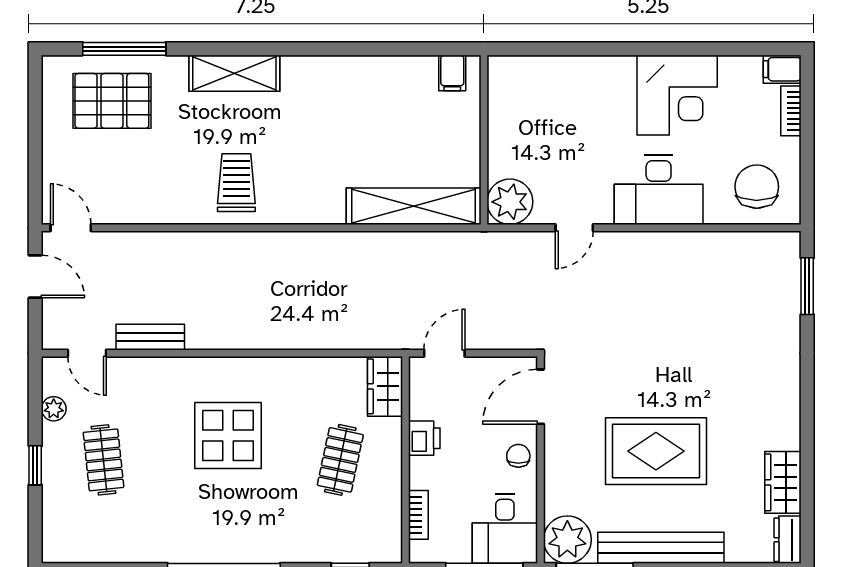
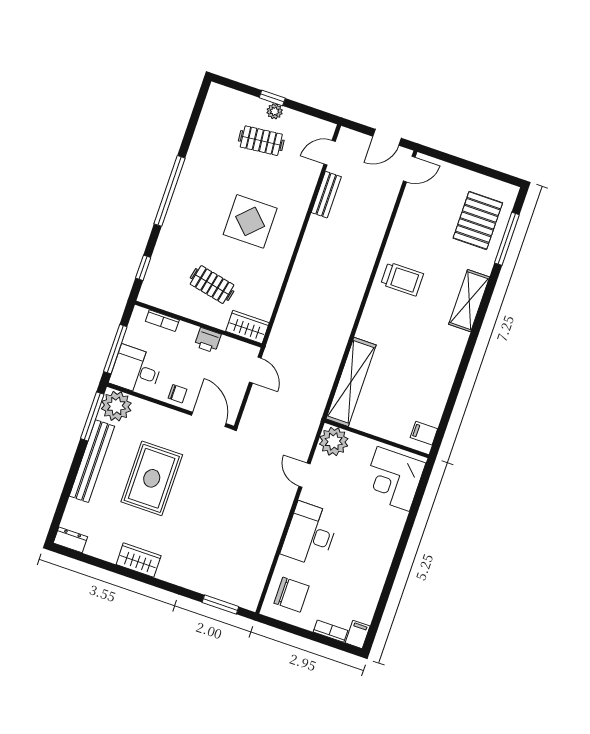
corner desk: (677, 95) -> (393, 479), moved
plant: (54, 409) -> (275, 111), moved
wardrobe: (783, 482) -> (139, 560), moved

